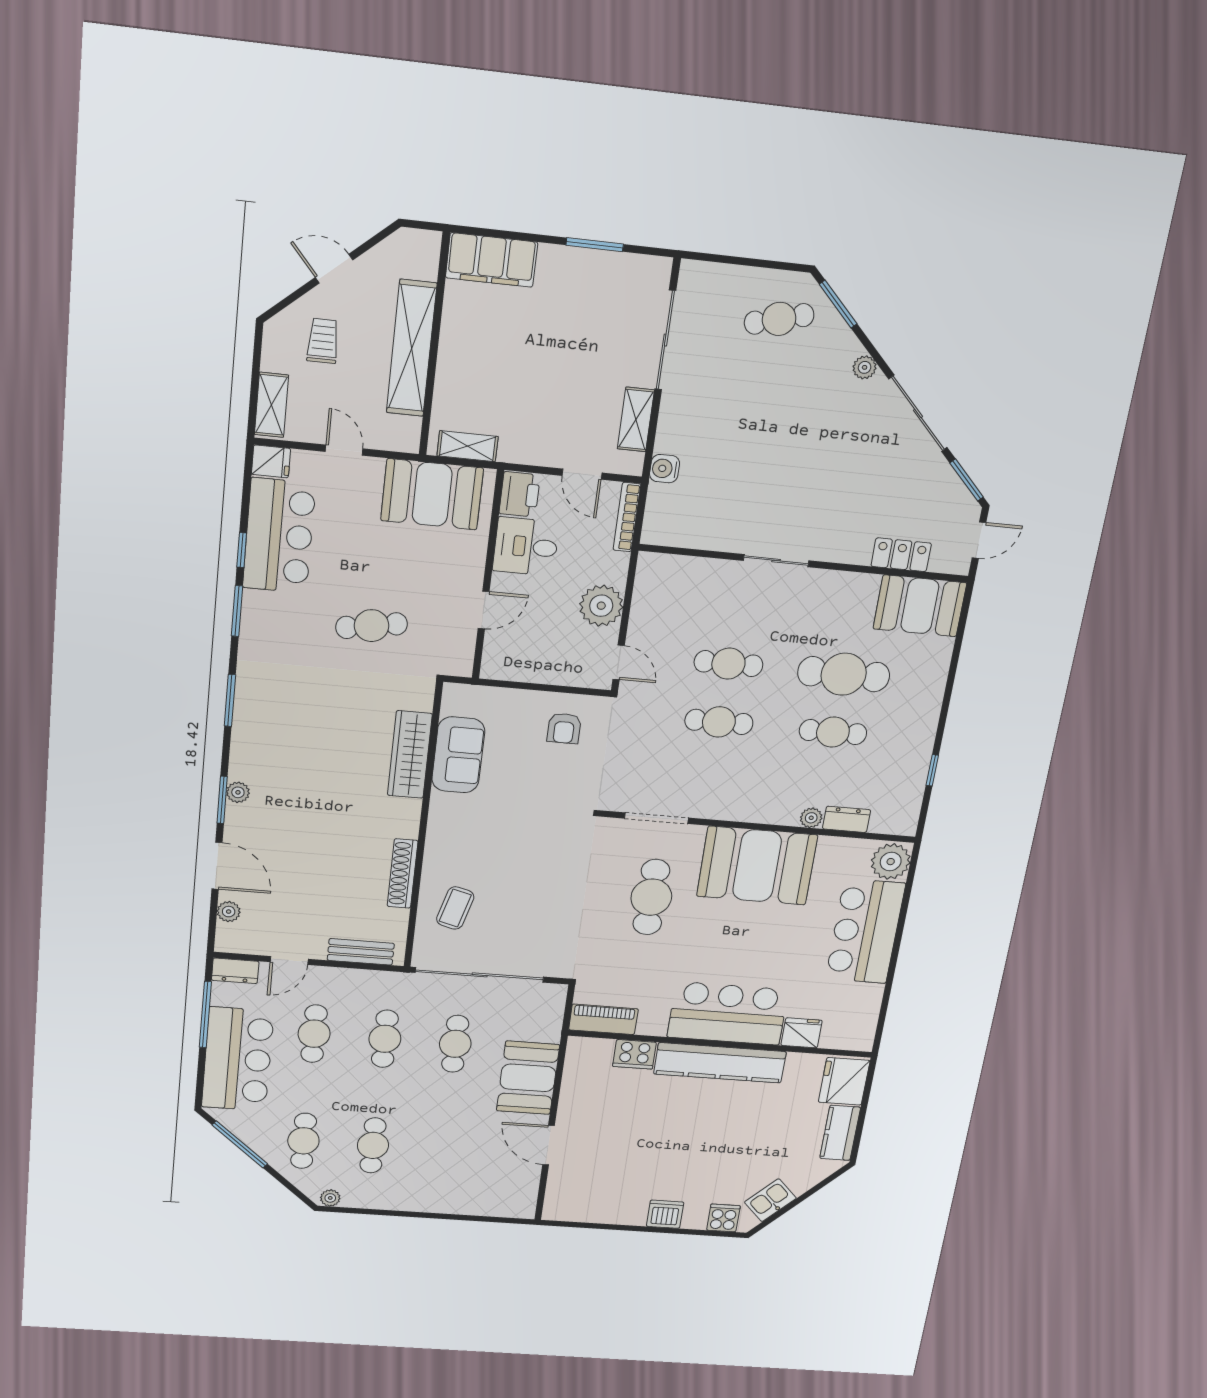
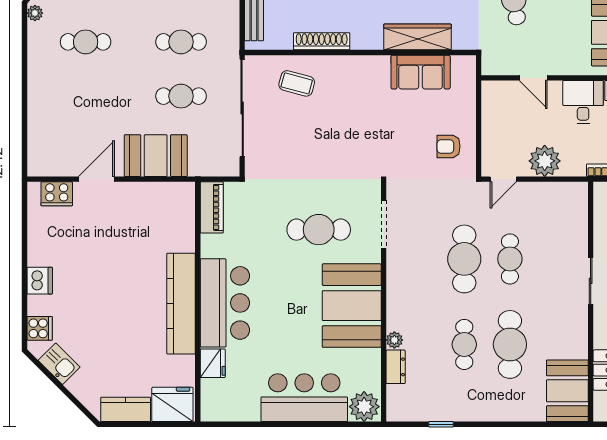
cafe table: (719, 722) -> (464, 259), width x1.37, depth x1.35
cooker: (634, 1054) -> (57, 194), moved, turned -90

